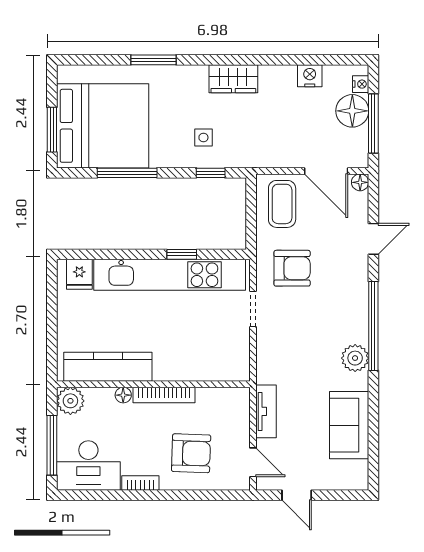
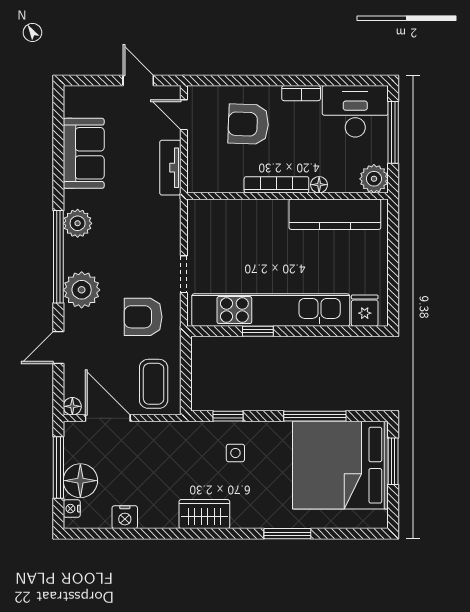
plant: (351, 294) -> (82, 290), added

